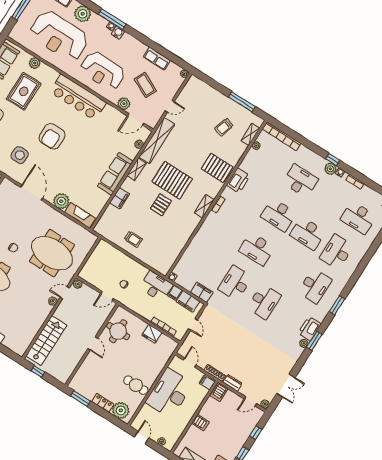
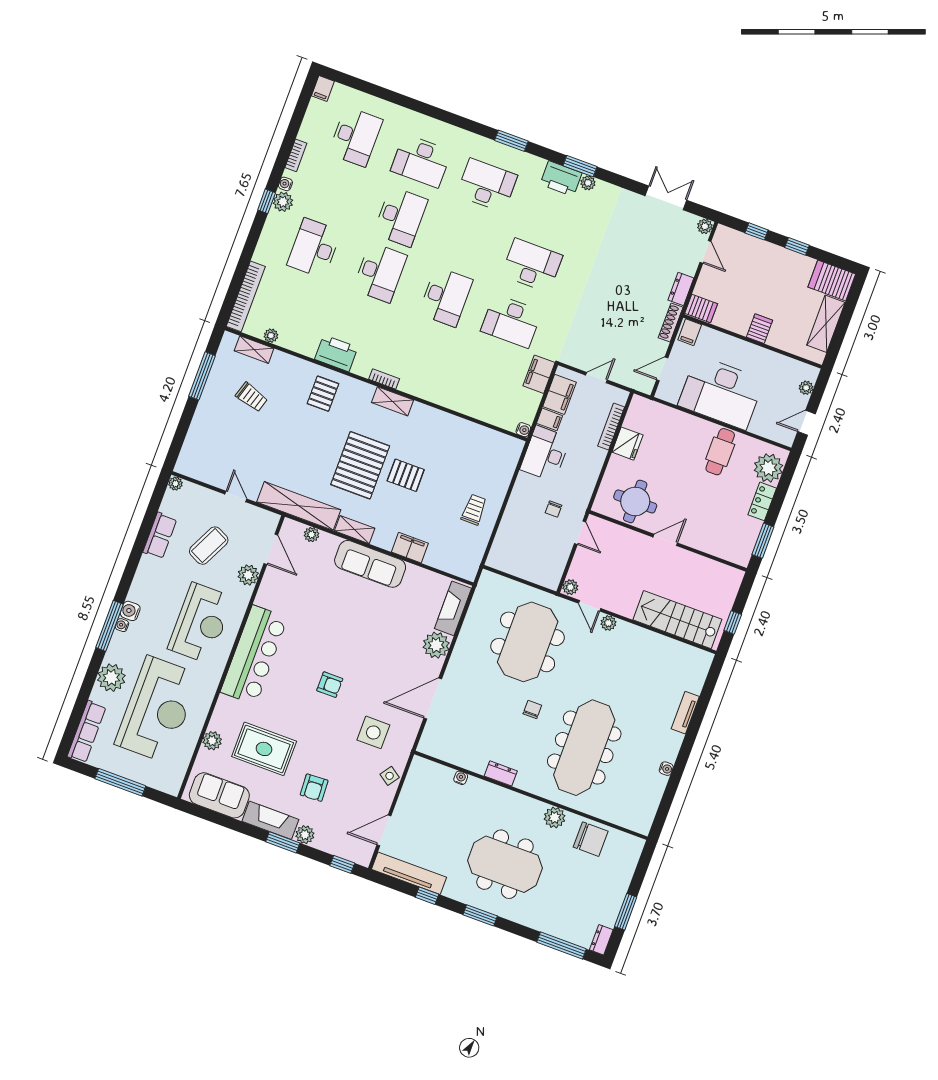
armchair: (52, 136) -> (330, 685), width x0.53, depth x0.53
pallet: (217, 168) -> (323, 394), width x0.67, depth x0.71

